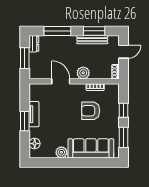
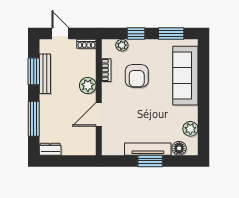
window: (25, 58) -> (69, 161), removed
plant: (114, 99) -> (122, 45), added
tv unit: (34, 114) -> (148, 149), width x1.41
plant: (61, 152) -> (190, 129), moved

